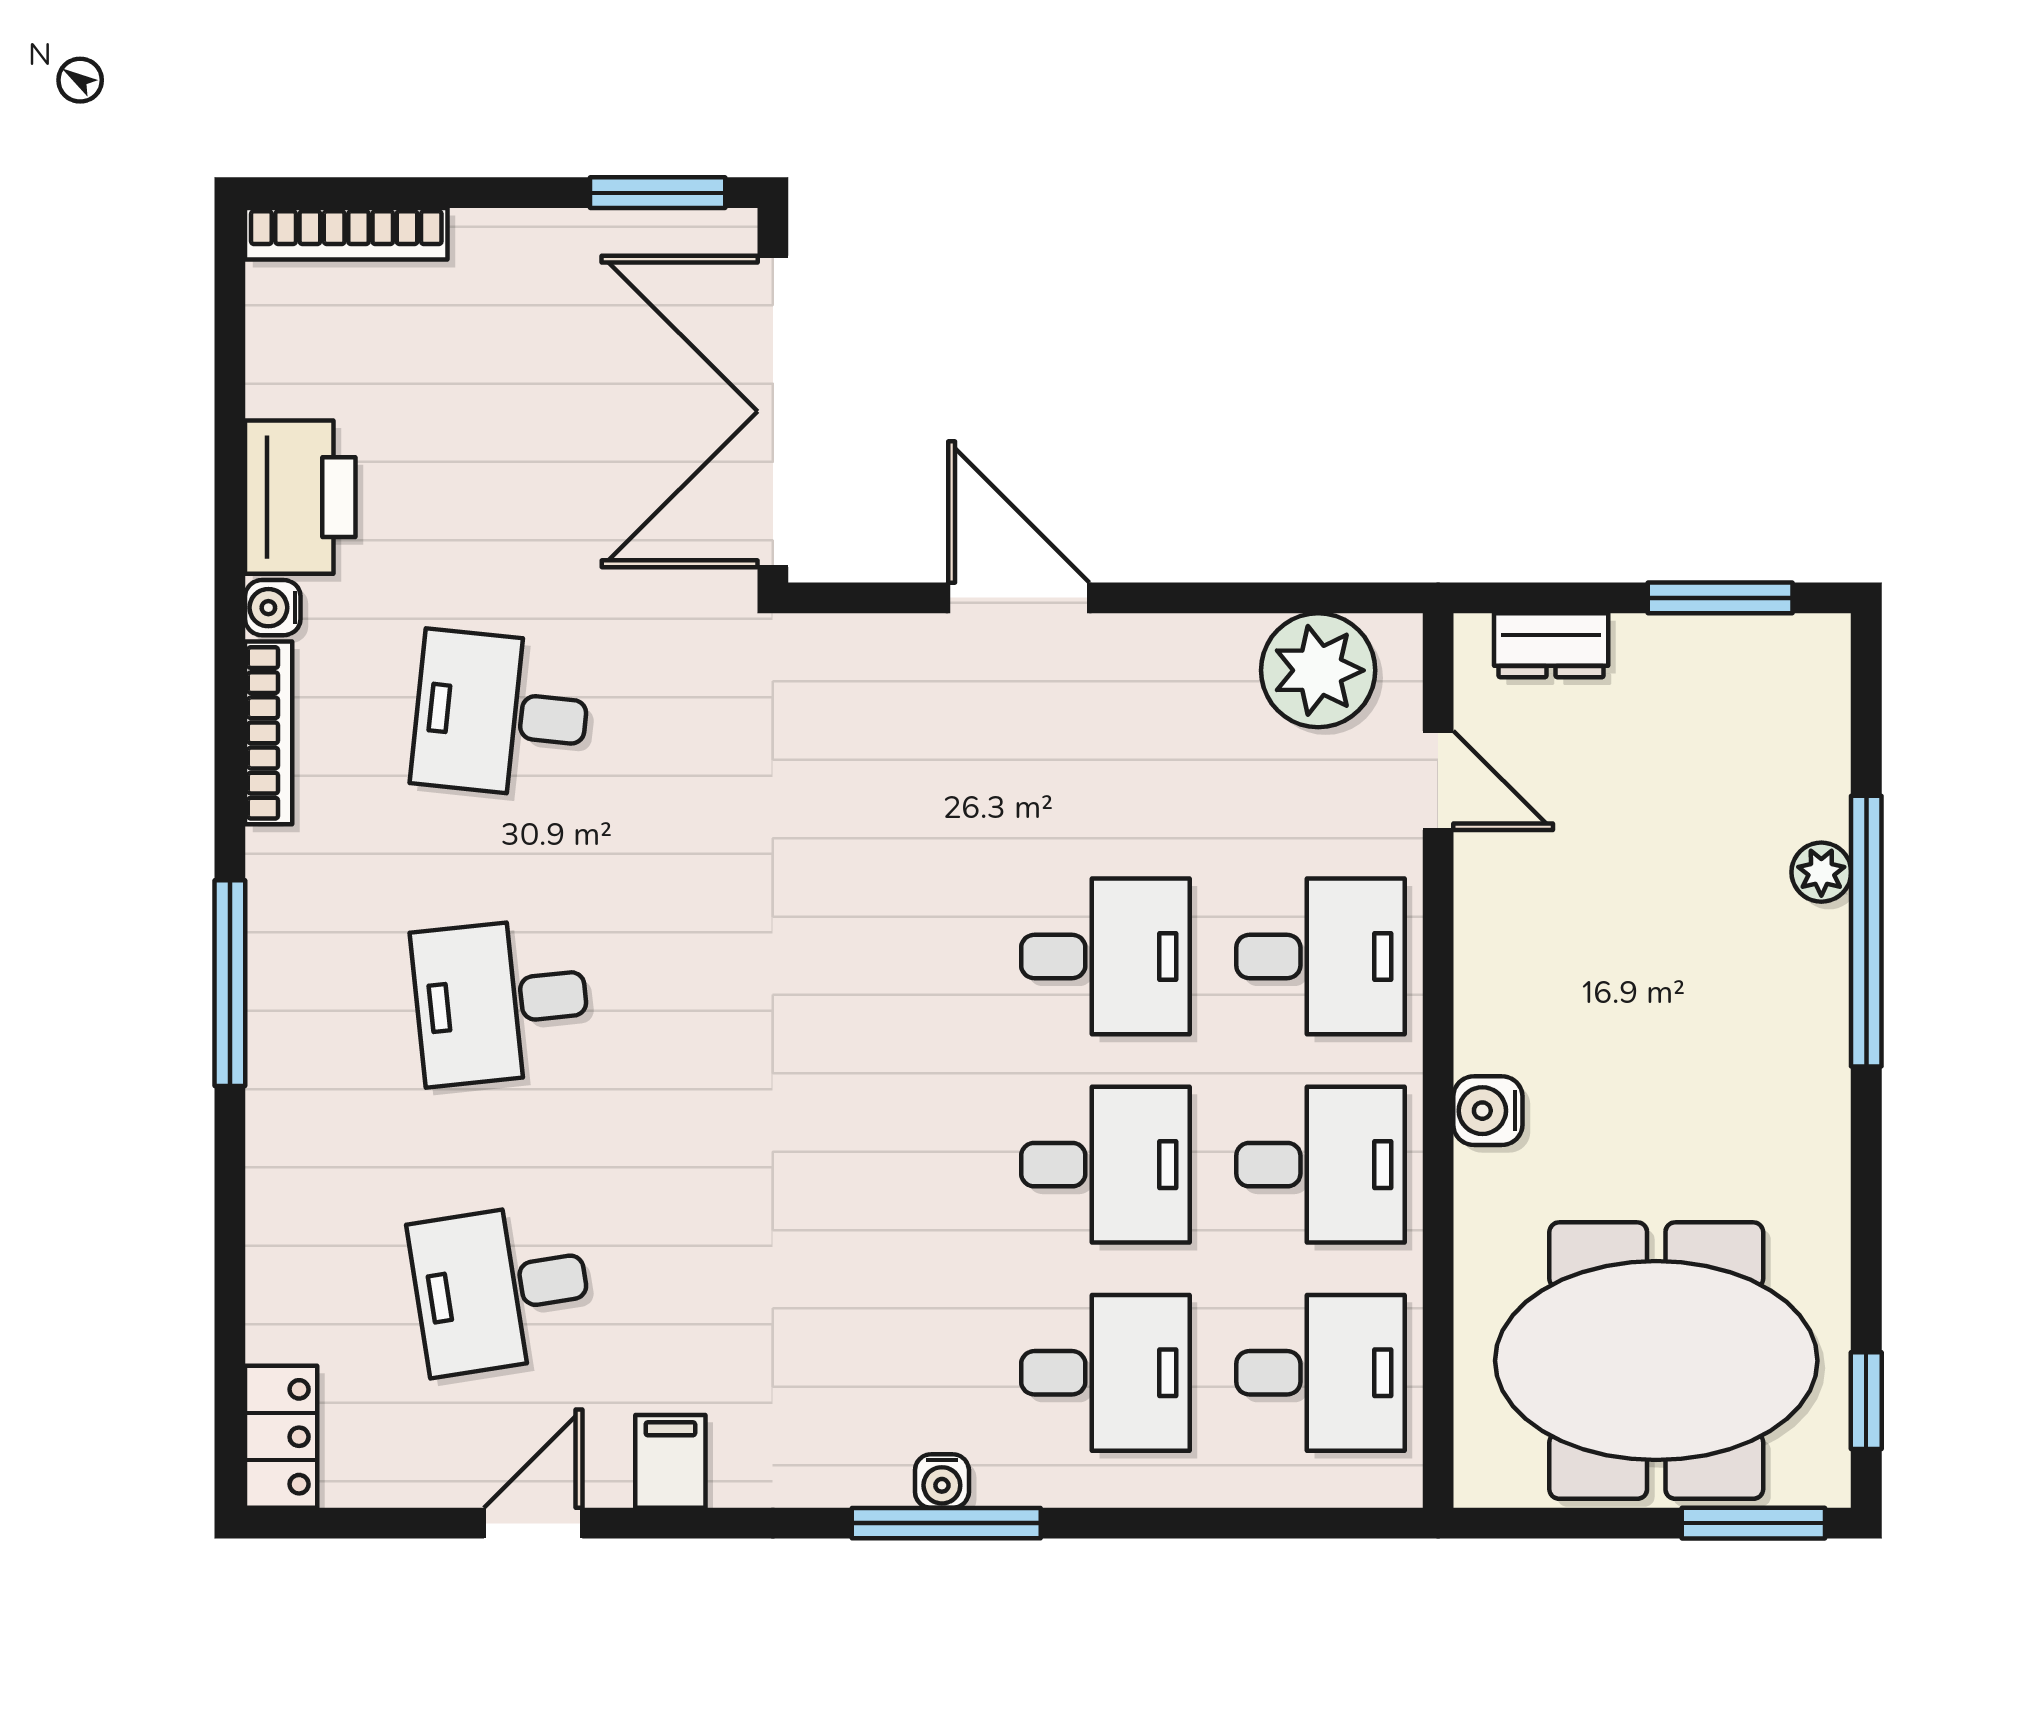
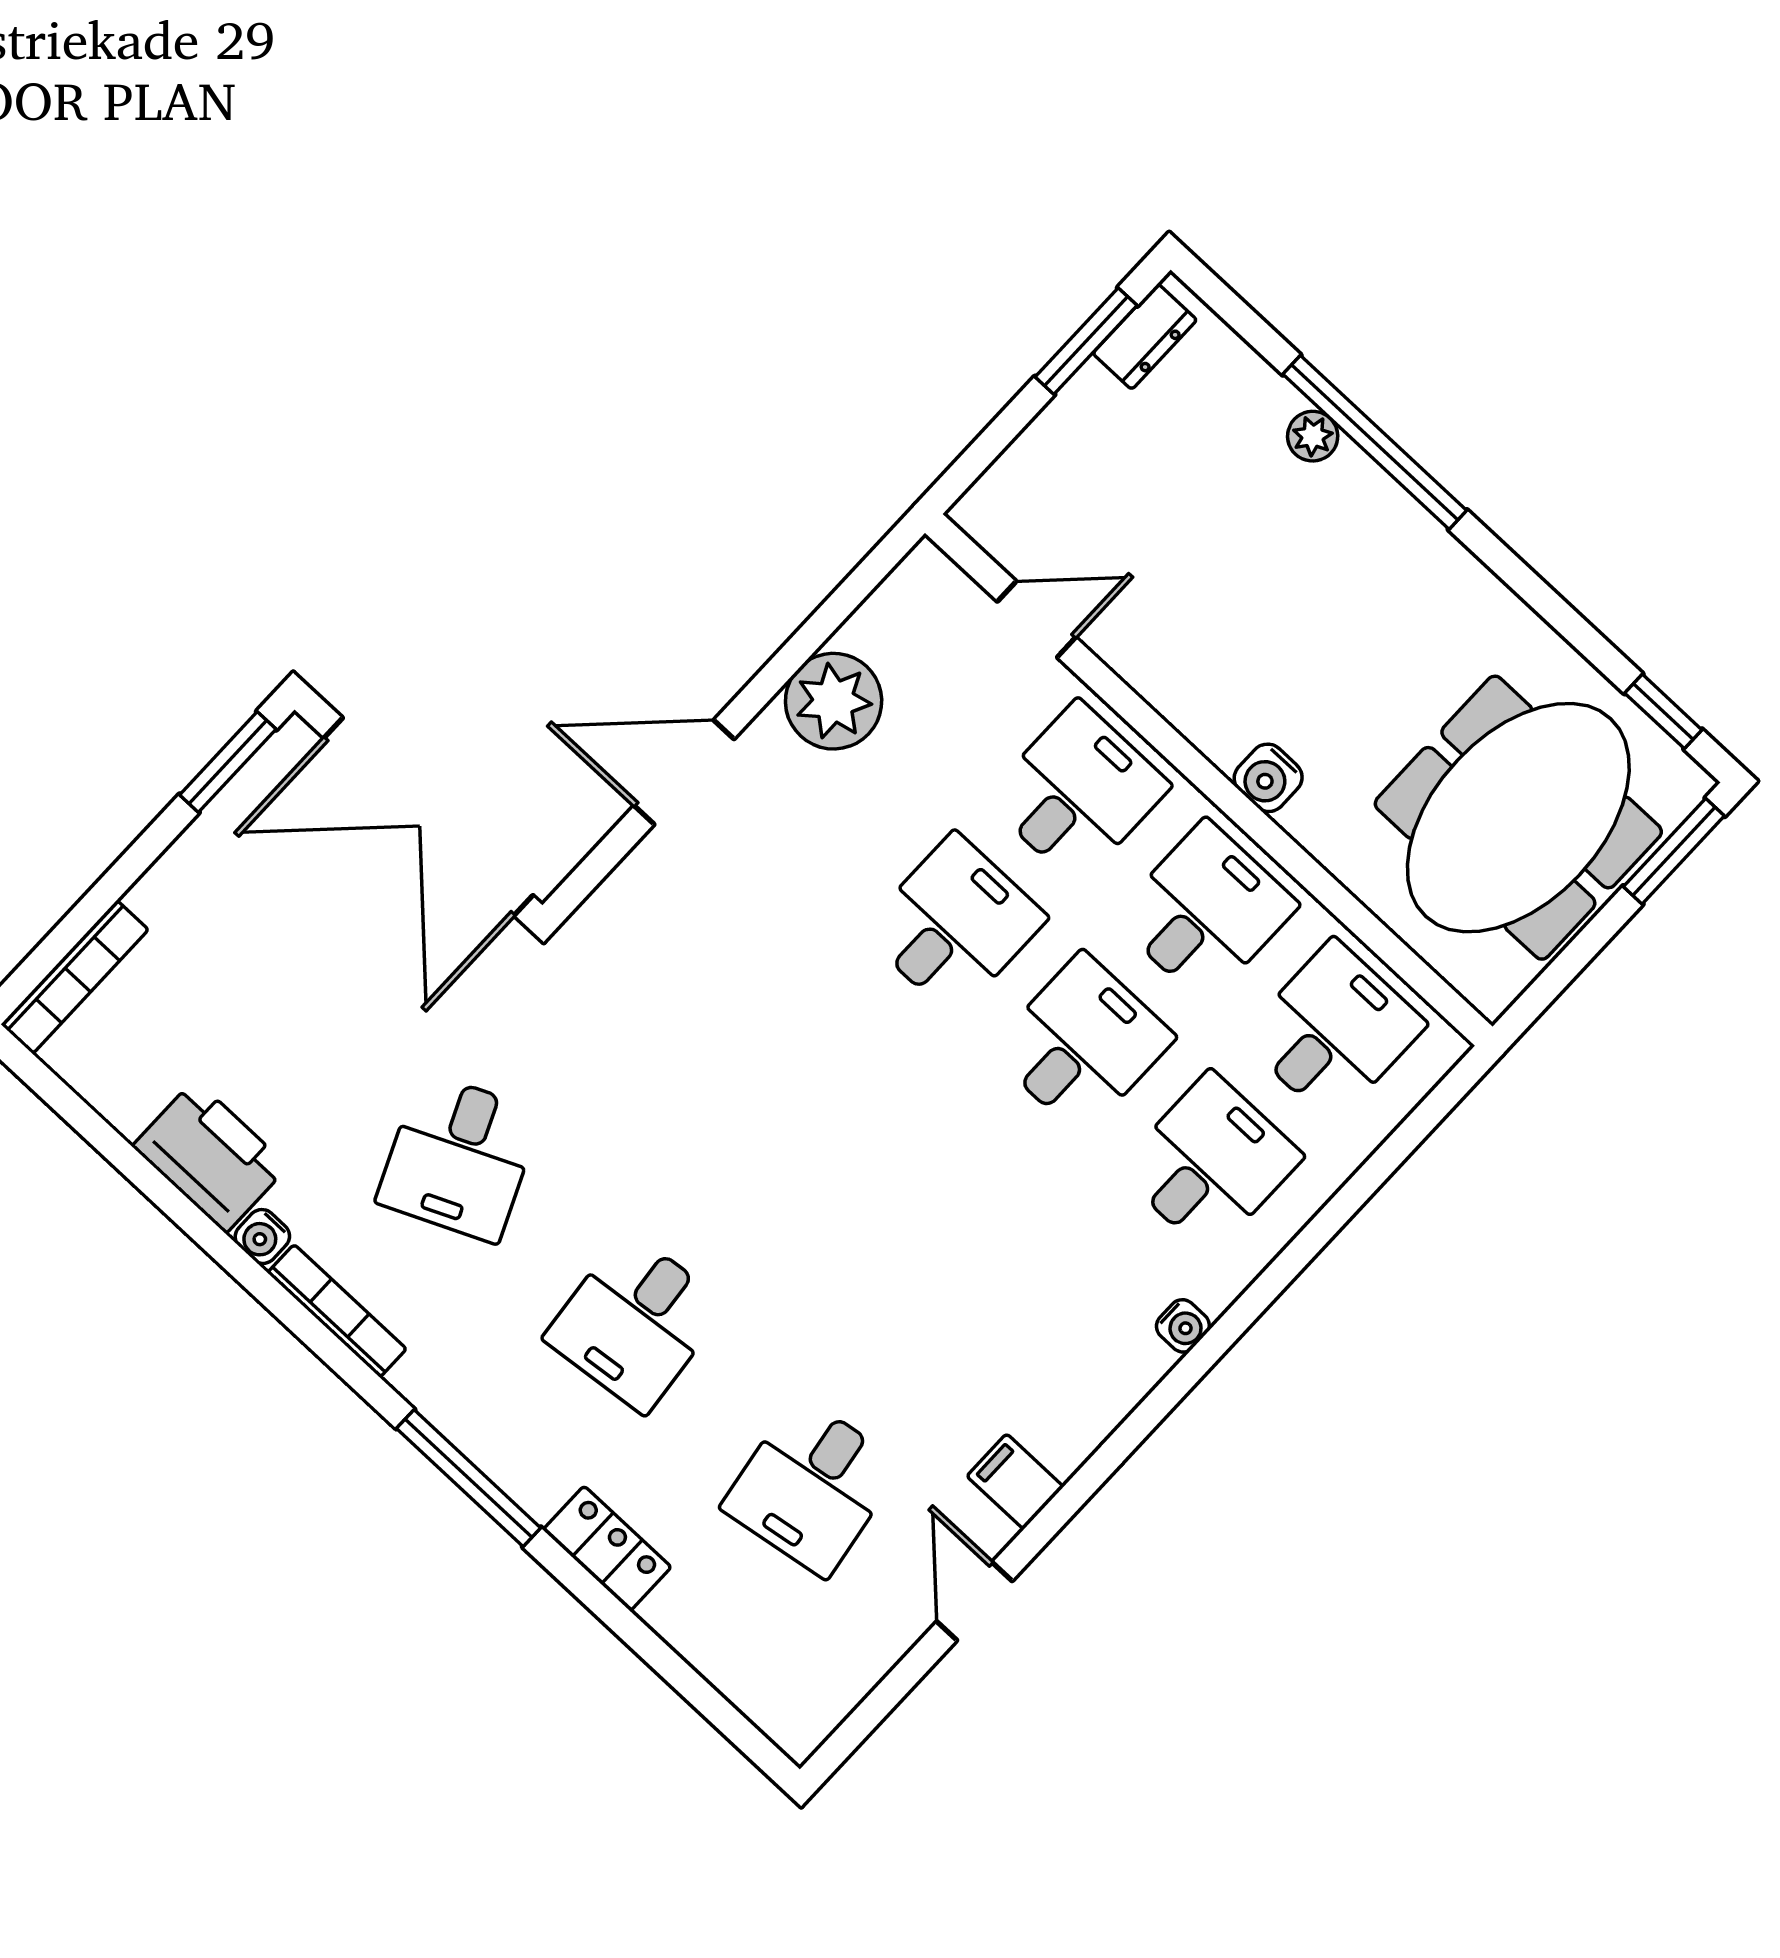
dresser: (1551, 645) -> (1145, 337), moved
plant: (1318, 670) -> (834, 701), moved
desk: (501, 714) -> (459, 1157), turned -30
locker: (281, 1437) -> (607, 1548), moved
window: (946, 1523) -> (1211, 1347), removed

